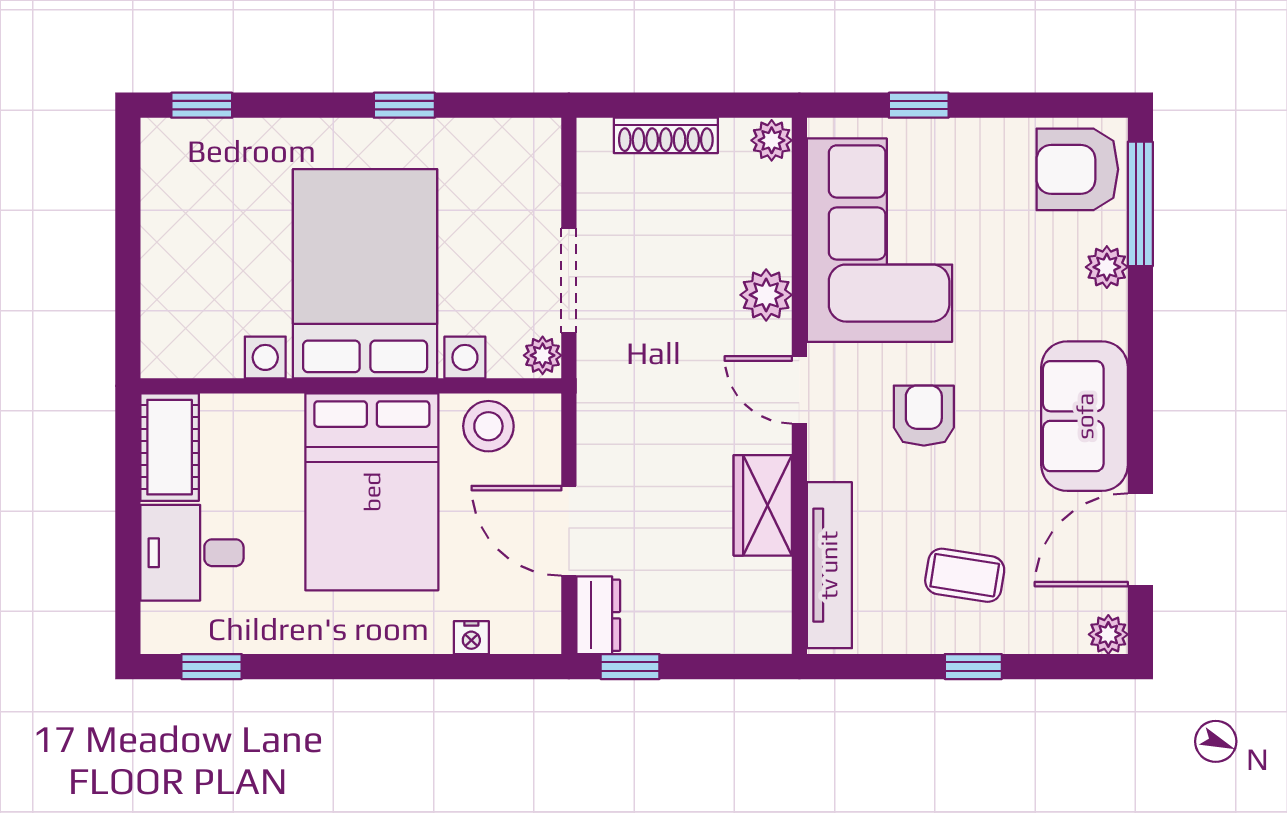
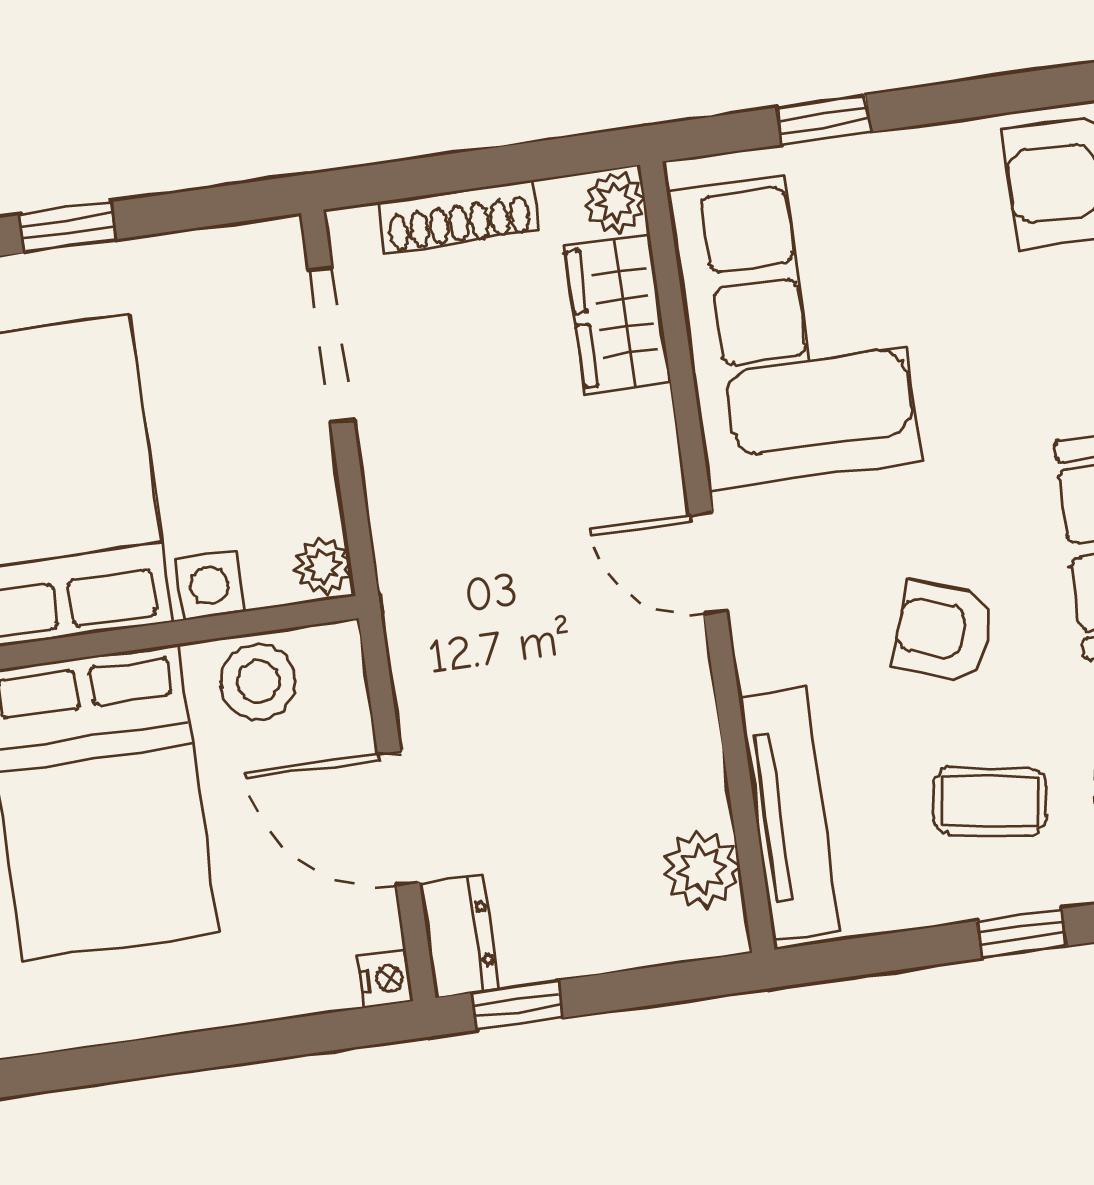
doorway: (569, 280) -> (331, 345), moved
plant: (766, 295) -> (702, 870), moved
armchair: (924, 416) -> (943, 631), moved, turned -71
wardrobe: (763, 505) -> (618, 314), moved
nightstand: (471, 638) -> (385, 979), moved, turned -90

